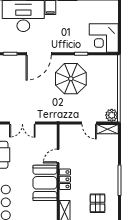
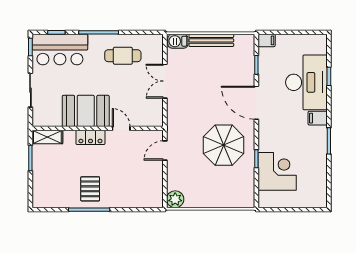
corner desk: (104, 38) -> (277, 171), moved, turned 90
door: (89, 123) -> (165, 151), moved
shelving: (108, 129) -> (157, 194), removed
pallet: (98, 203) -> (90, 189), moved, turned 90

